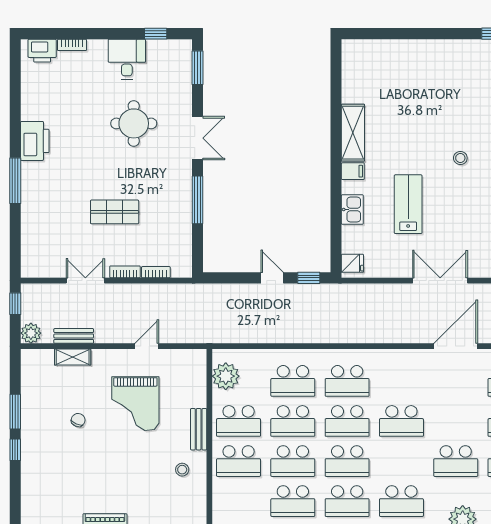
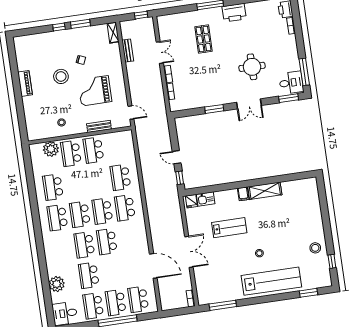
window: (156, 34) -> (304, 72), width x2.17
desk: (127, 59) -> (291, 83), moved
stool: (465, 59) -> (315, 248), added
window: (197, 200) -> (214, 109), width x0.69
kitchen sink: (352, 209) -> (206, 199), moved
shop shelf: (115, 212) -> (203, 39), moved
door: (272, 278) -> (177, 157), swing flipped
plant: (31, 333) -> (126, 26), removed
door: (147, 346) -> (131, 113), moved
shelving: (73, 357) -> (113, 33), moved
plant: (226, 376) -> (51, 149), moved
school desk: (293, 421) -> (98, 181), removed
bench: (199, 429) -> (99, 126), moved
stool: (102, 459) -> (61, 76), added
school desk: (293, 461) -> (75, 184), removed
school desk: (401, 501) -> (84, 245), moved

